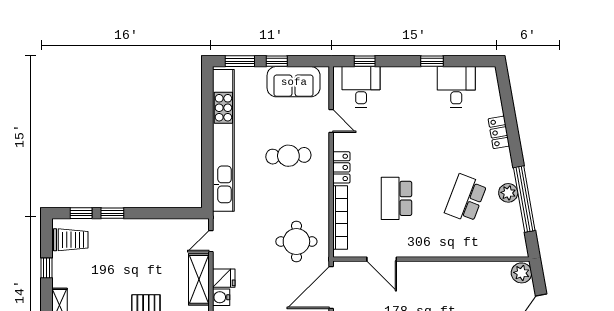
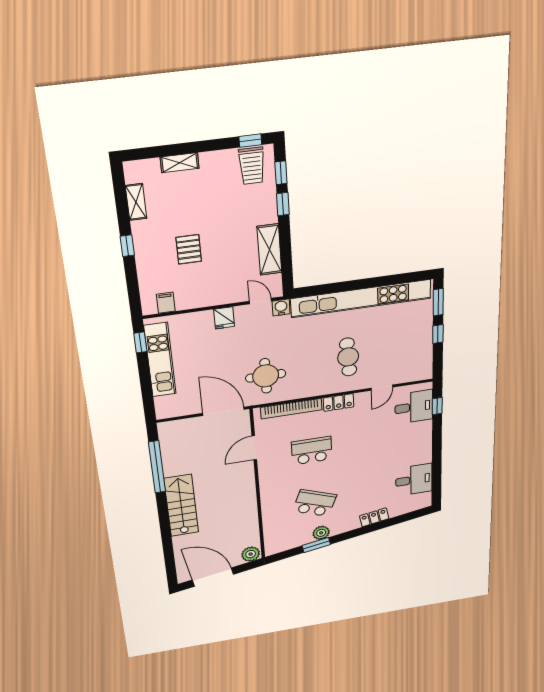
window: (432, 61) -> (437, 458), removed
sofa: (294, 82) -> (418, 351), removed
window: (524, 199) -> (316, 545), width x0.47
window: (47, 268) -> (250, 141), moved
shelving: (199, 279) -> (269, 250), moved, turned 90
water cooler: (221, 297) -> (281, 307), moved

